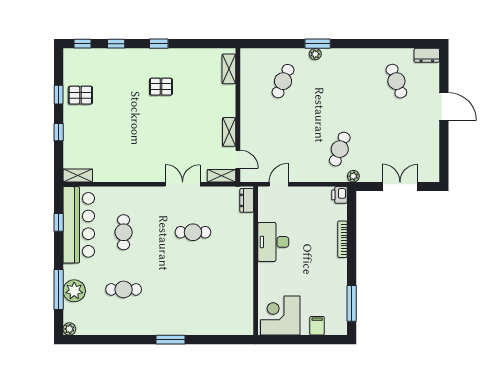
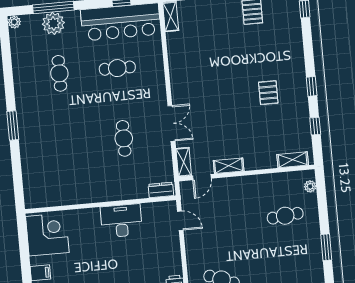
window: (116, 44) -> (315, 126), moved
plant: (315, 54) -> (310, 186), moved
cafe table: (283, 81) -> (285, 216), turned -30

